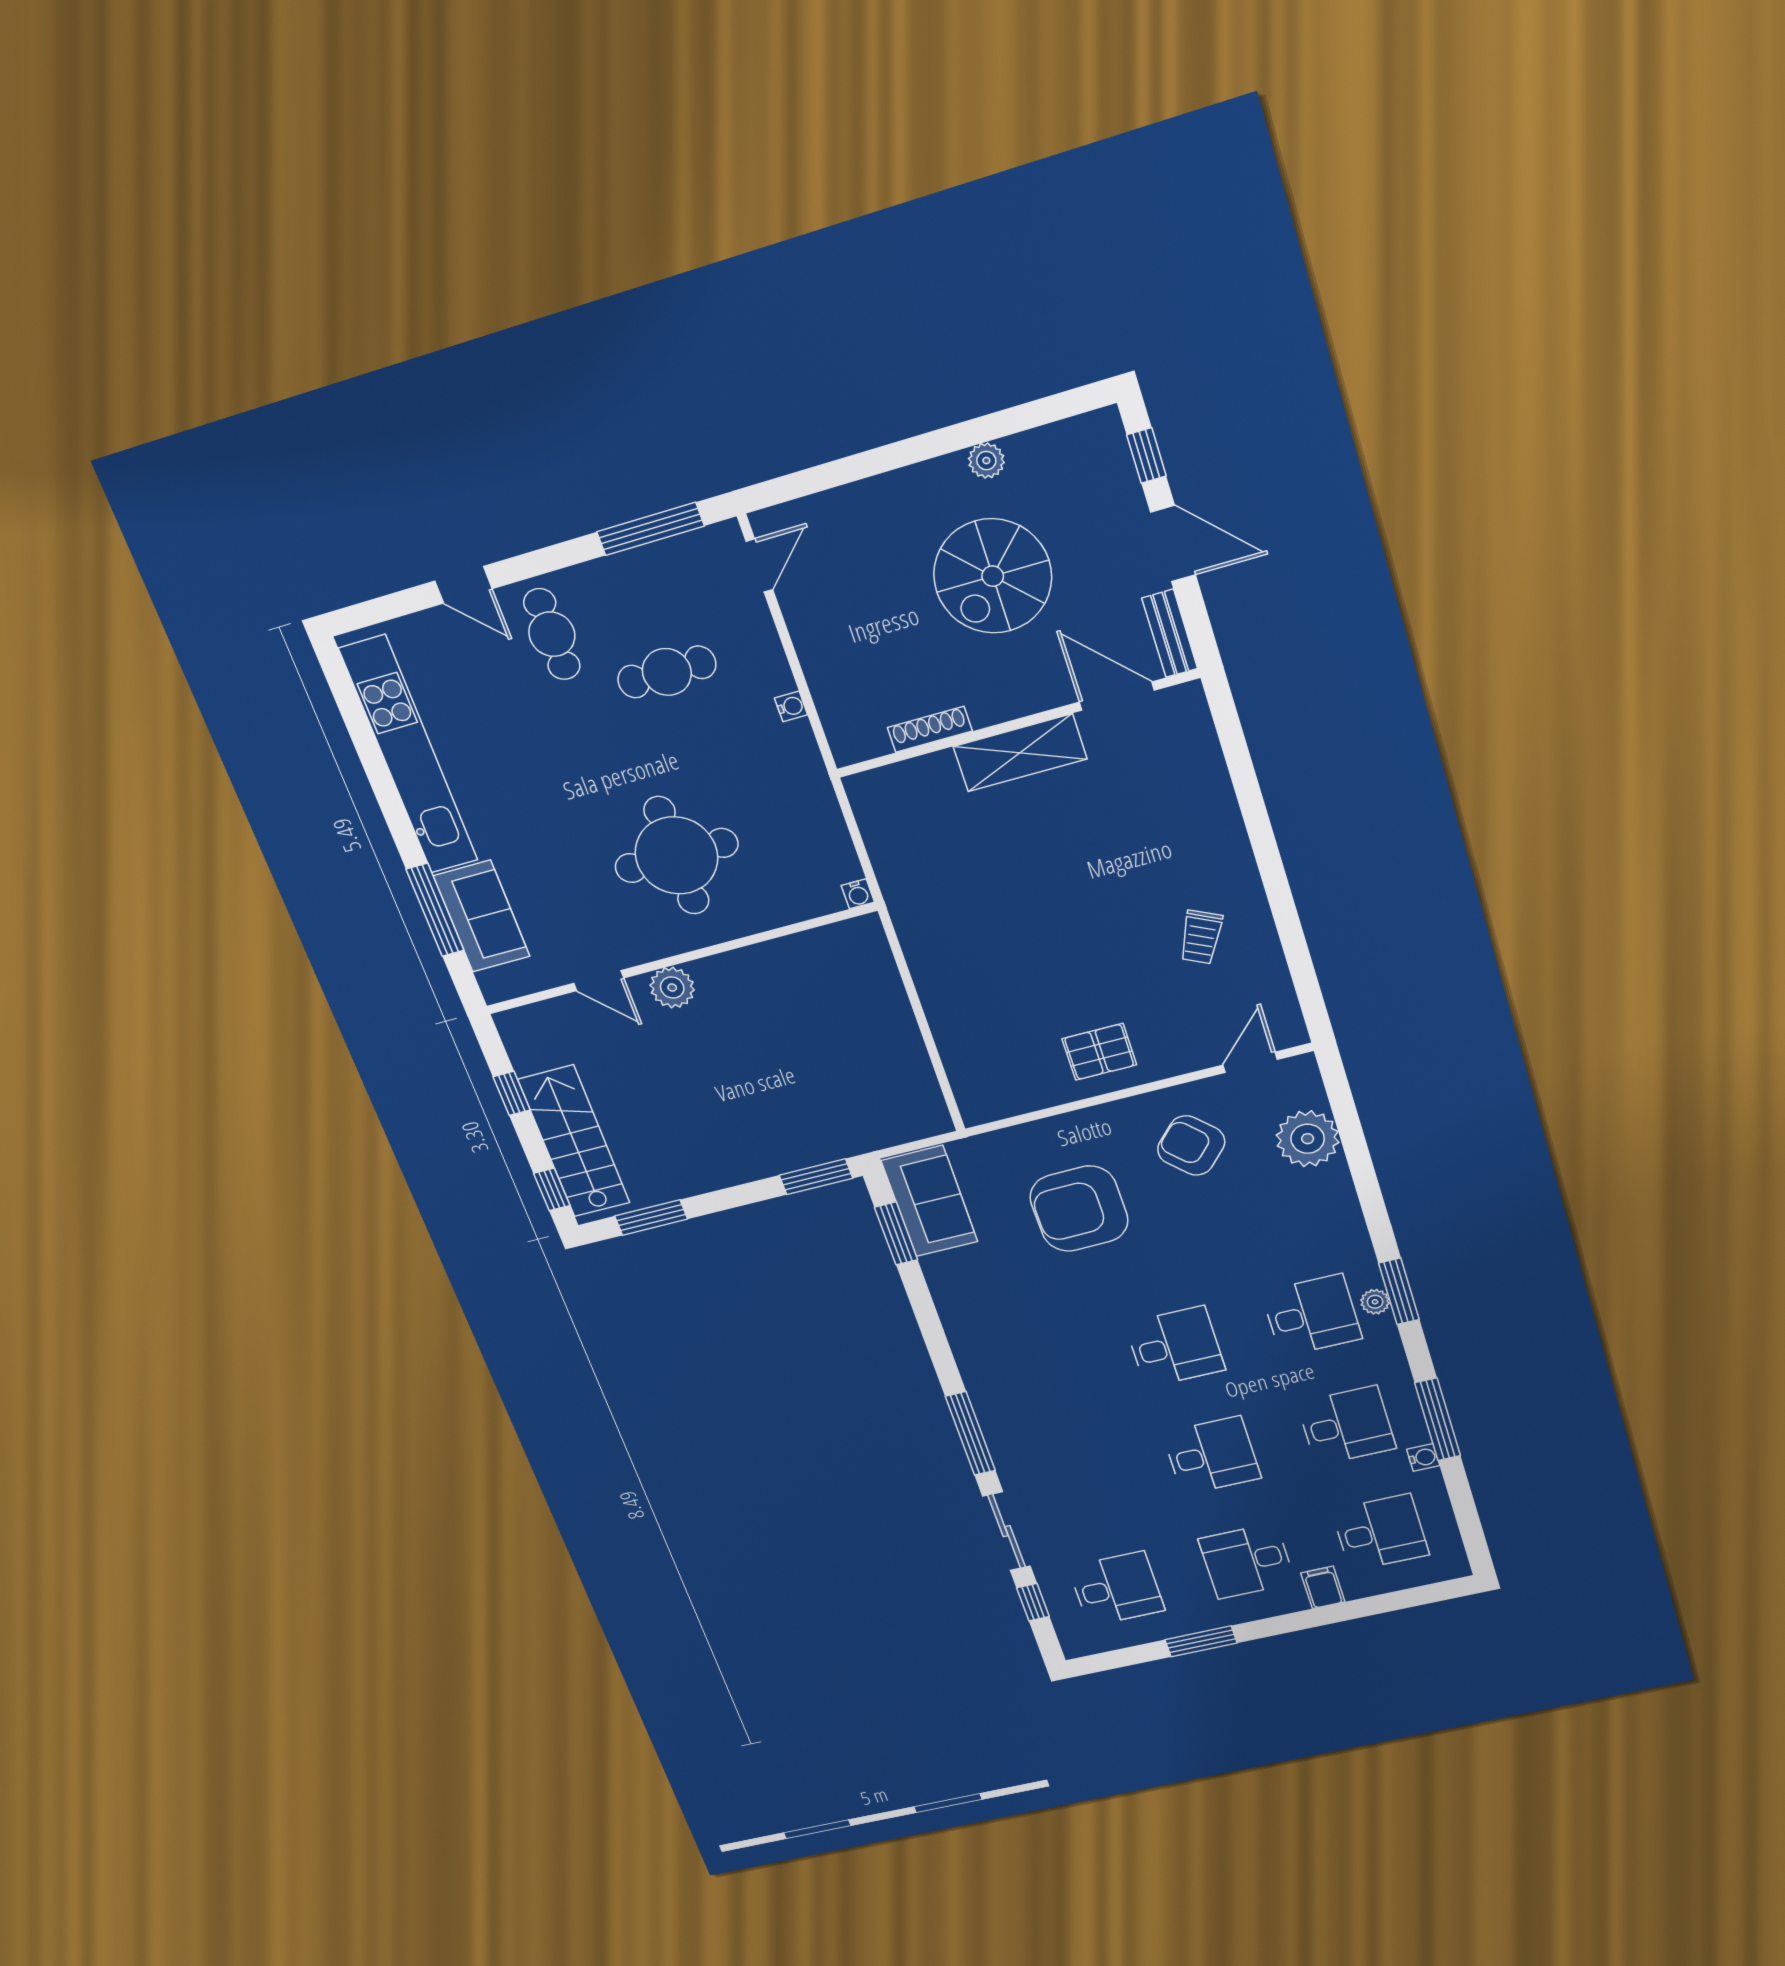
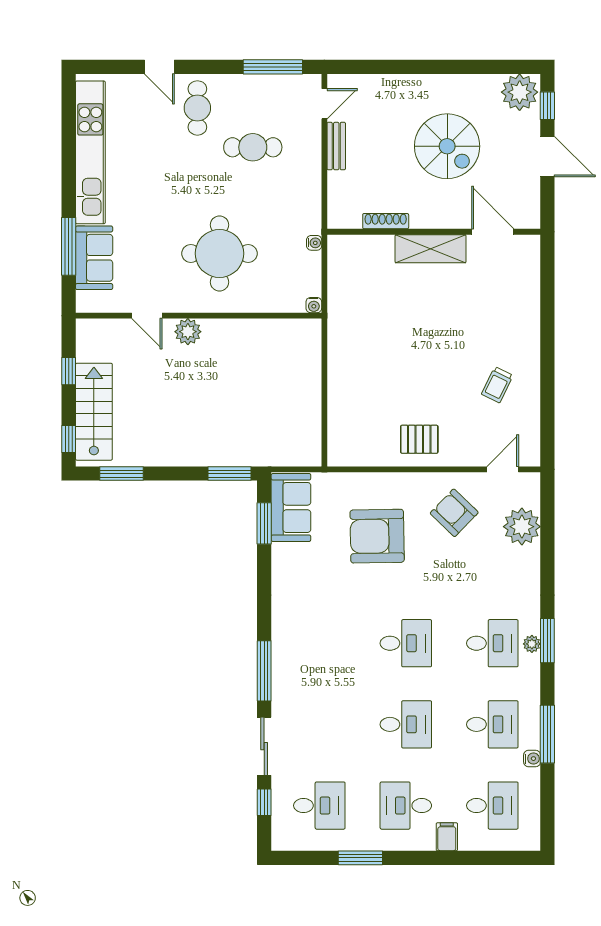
plant: (986, 461) -> (520, 92), moved, width x1.88, depth x1.88
spiral stairs: (993, 576) -> (447, 146), turned -90
bench: (1170, 633) -> (336, 146), moved
water cooler: (791, 706) -> (314, 243), moved

